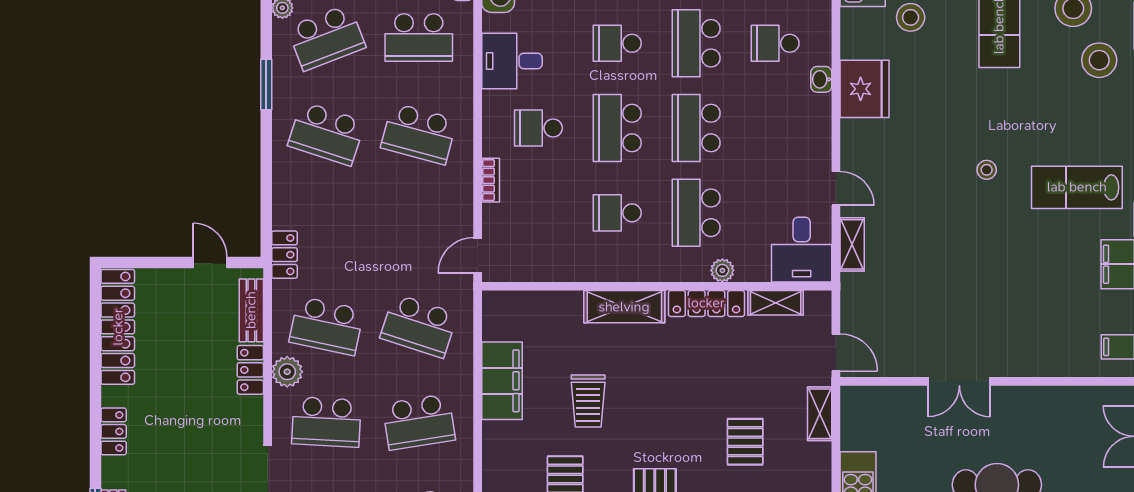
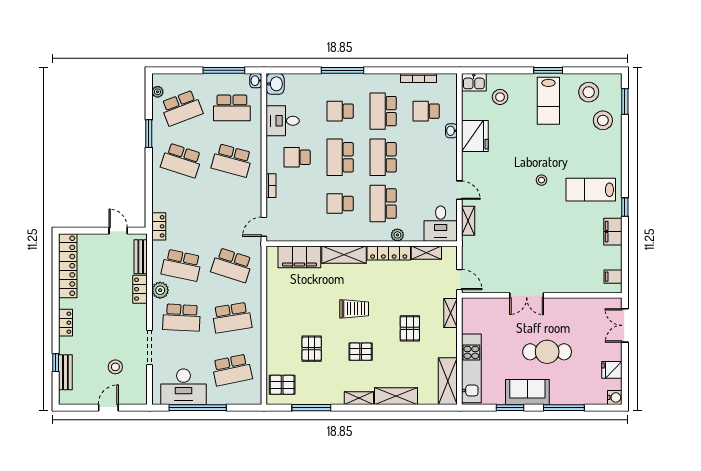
filing cabinet: (502, 381) -> (299, 257), moved, turned 90
trolley: (588, 401) -> (354, 309), moved, turned -90

